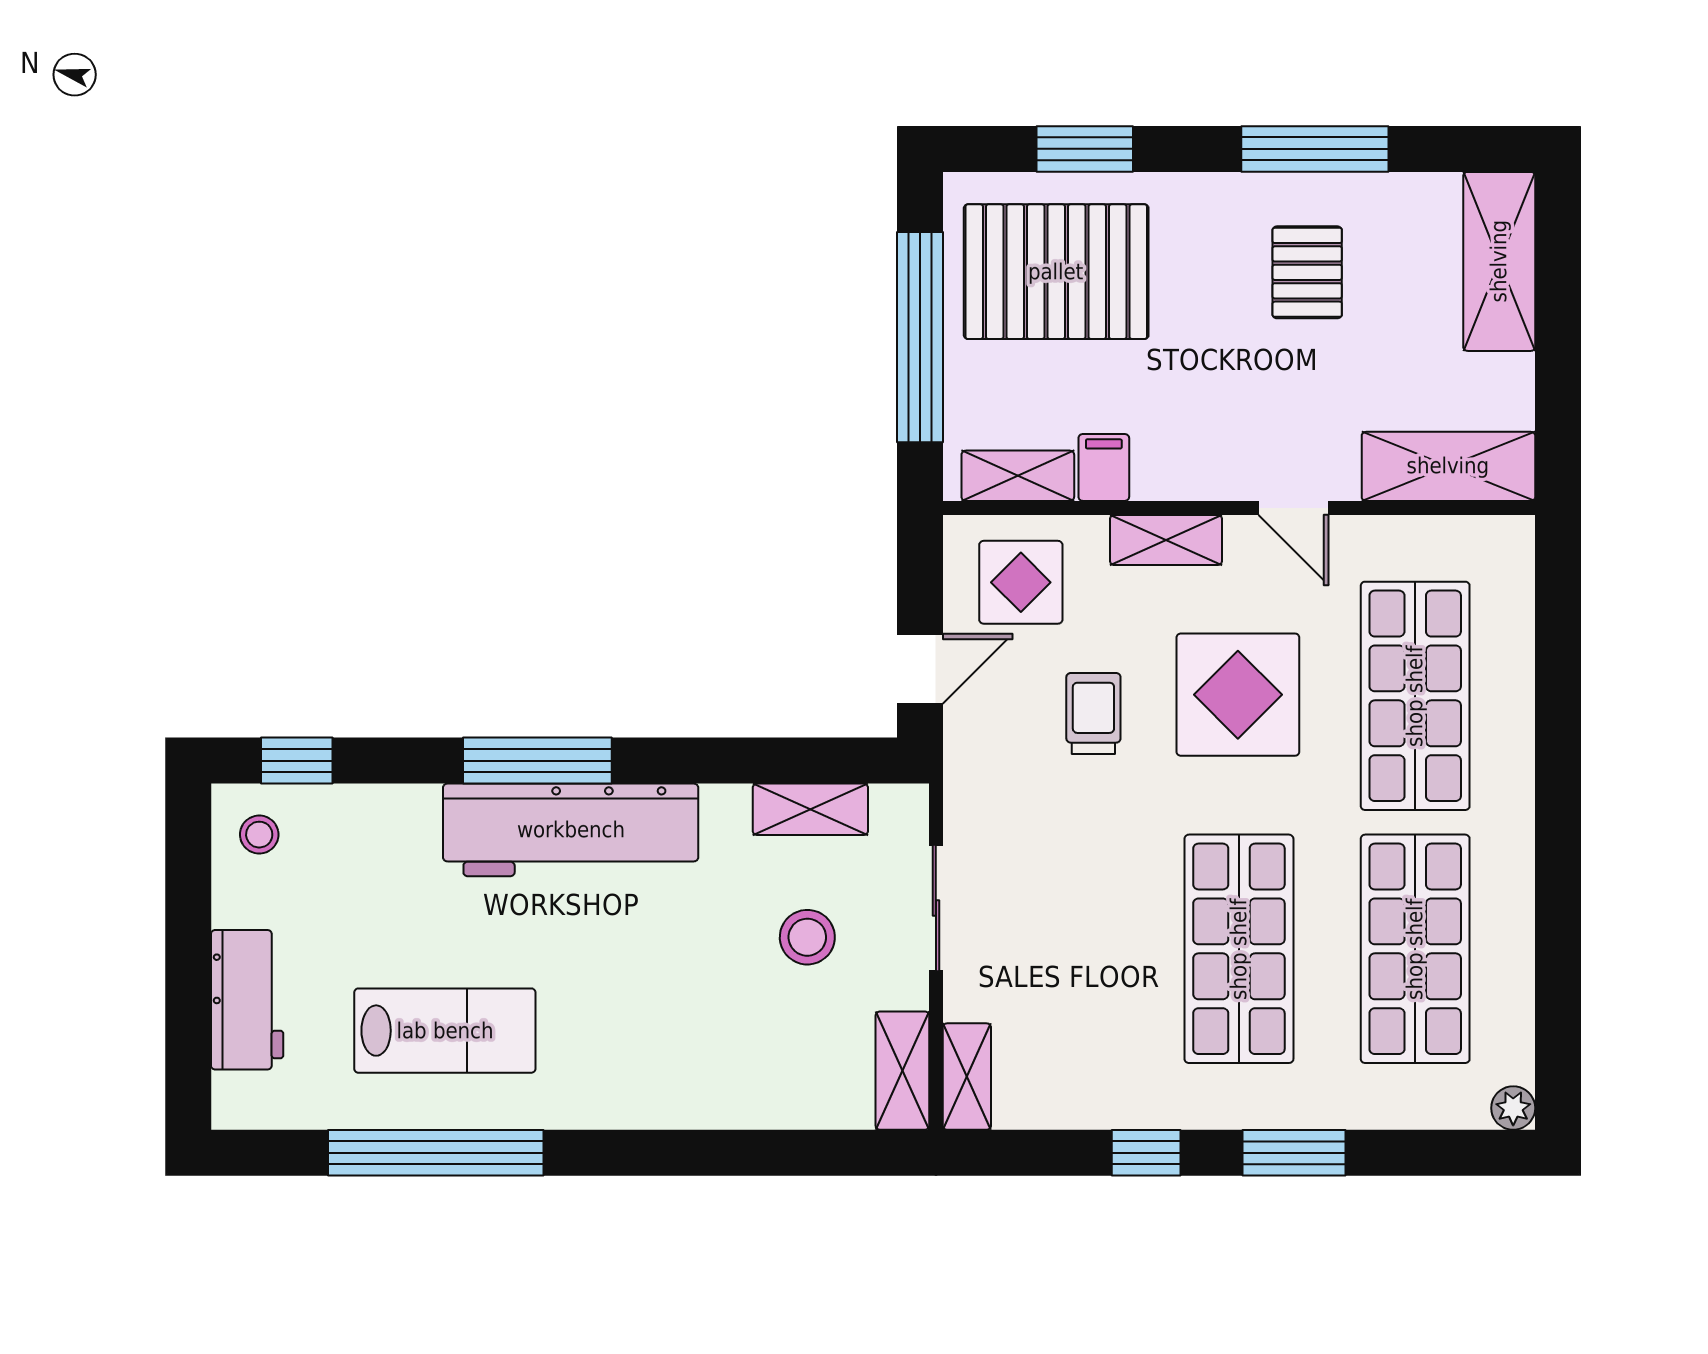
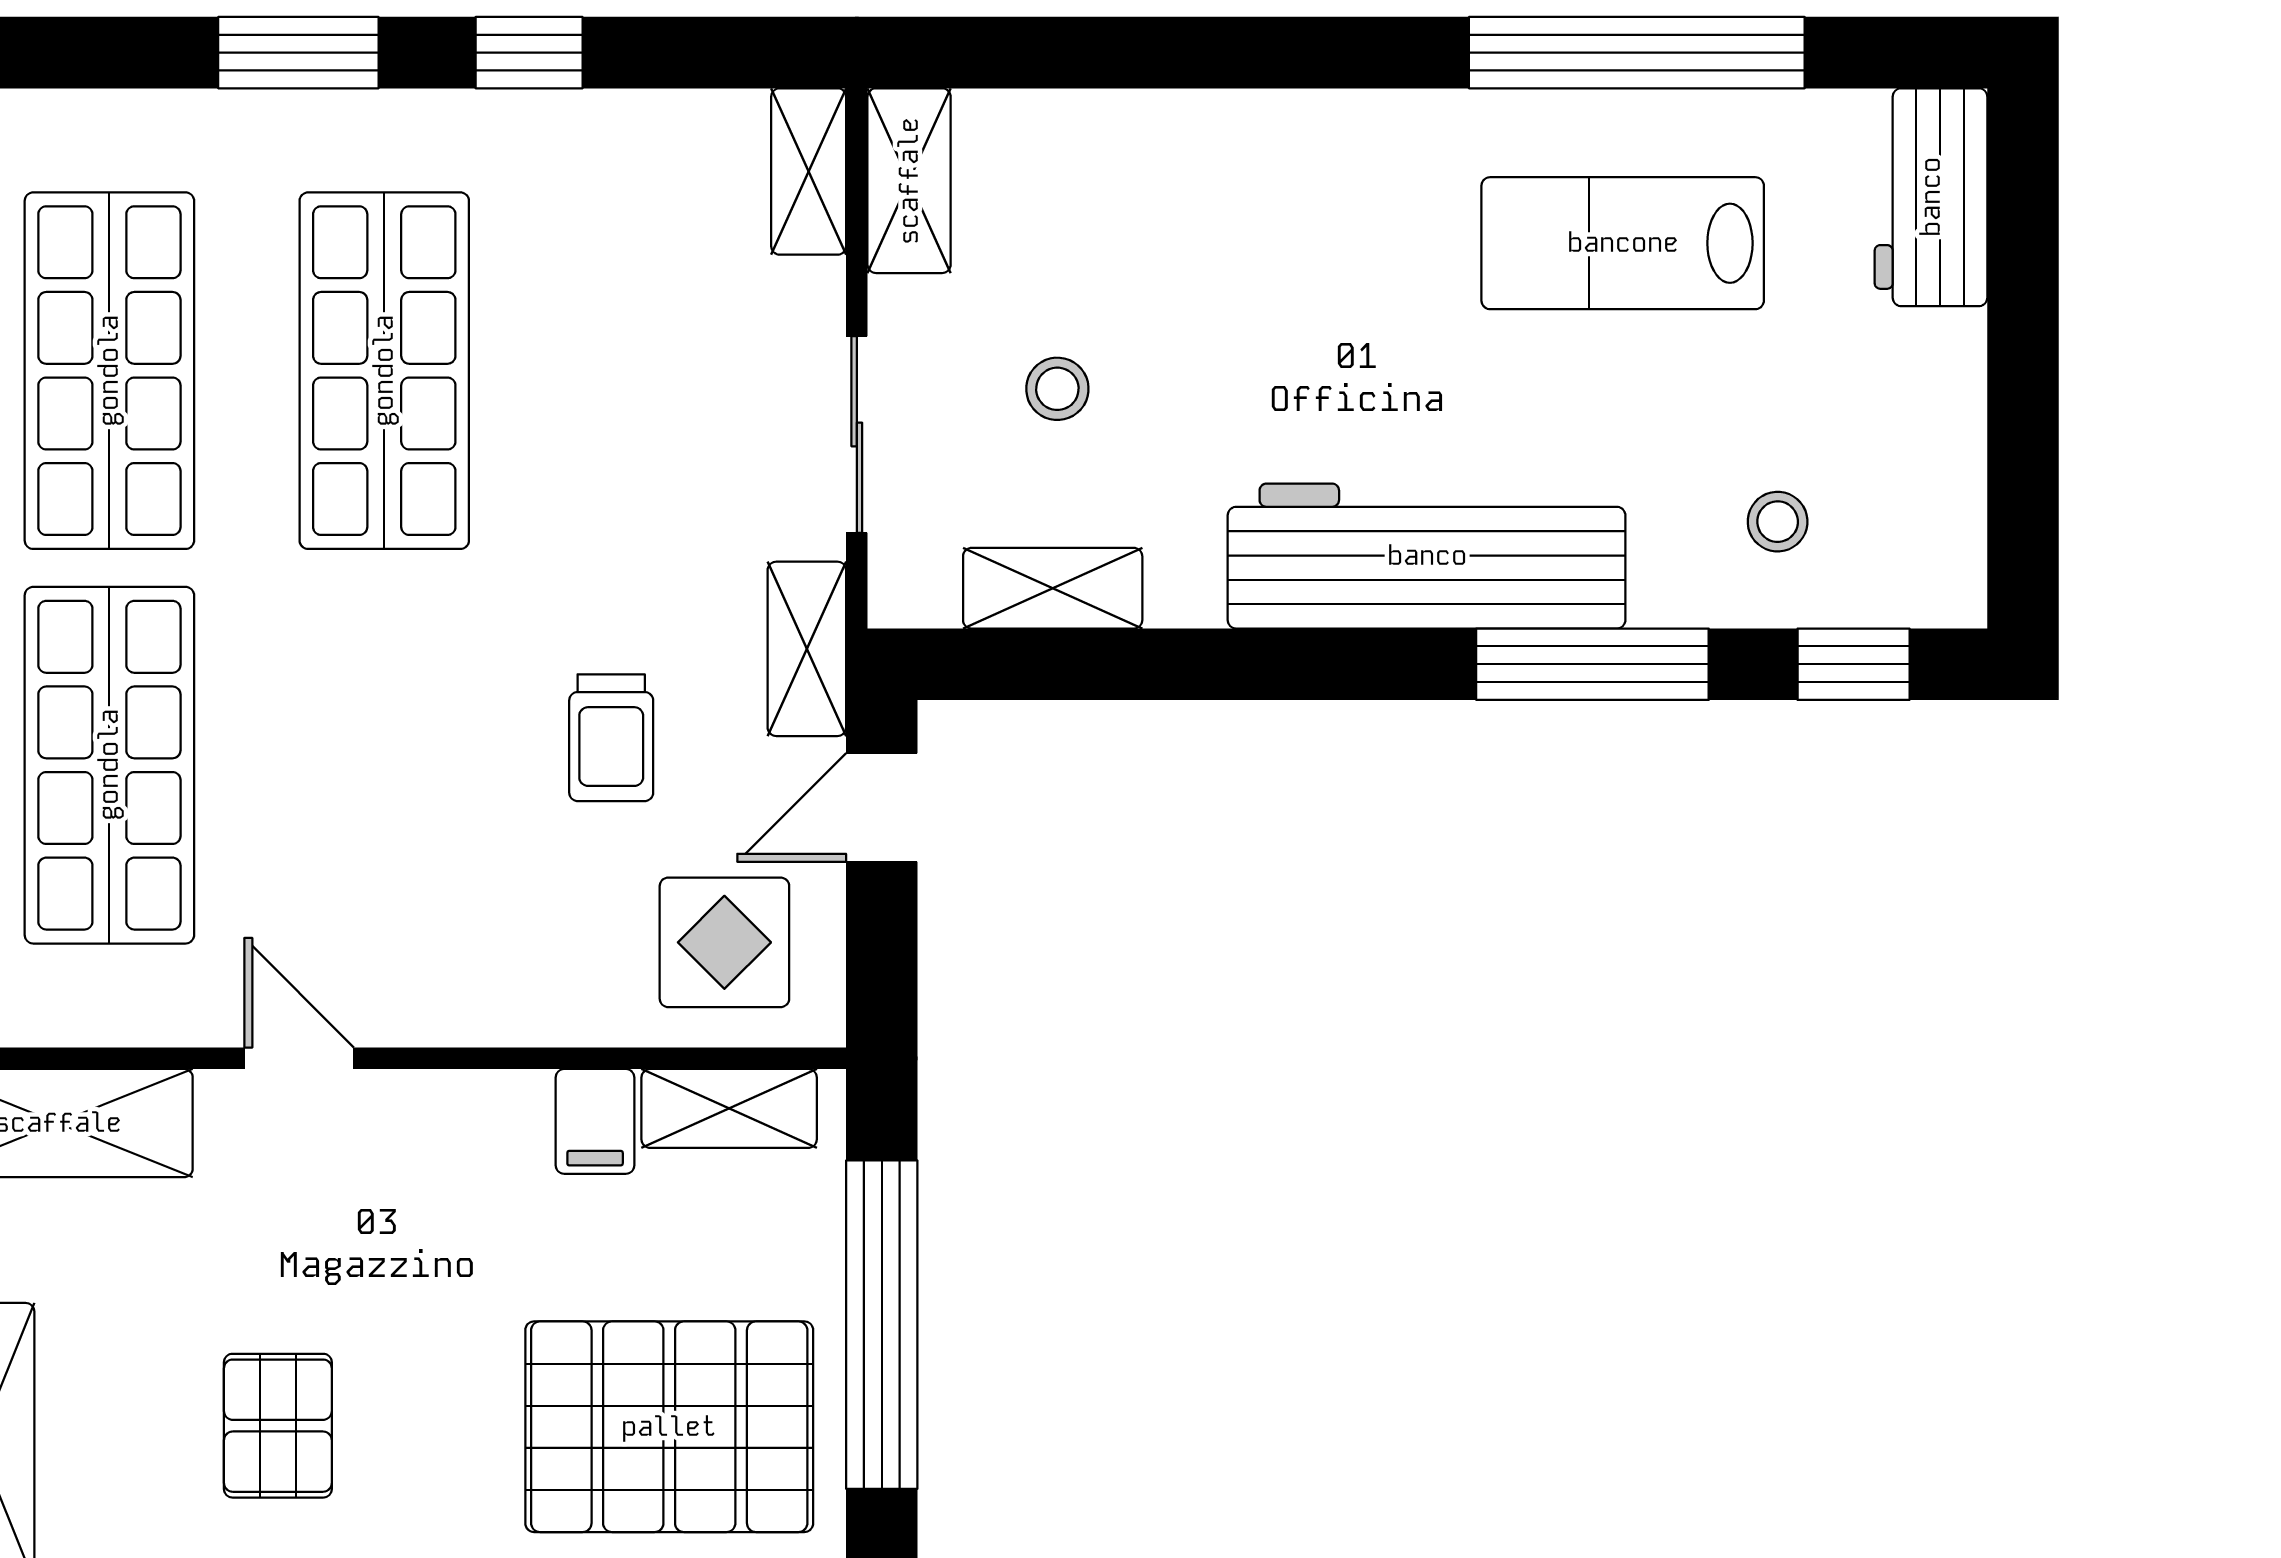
shelving: (1166, 540) -> (807, 649), moved, turned 90
display table: (1238, 695) -> (386, 767), removed
window: (537, 761) -> (1592, 664), moved
stool: (259, 835) -> (1778, 522), moved
stool: (807, 937) -> (1057, 389), width x0.73, depth x0.73
workbench: (247, 1000) -> (1931, 197), moved

